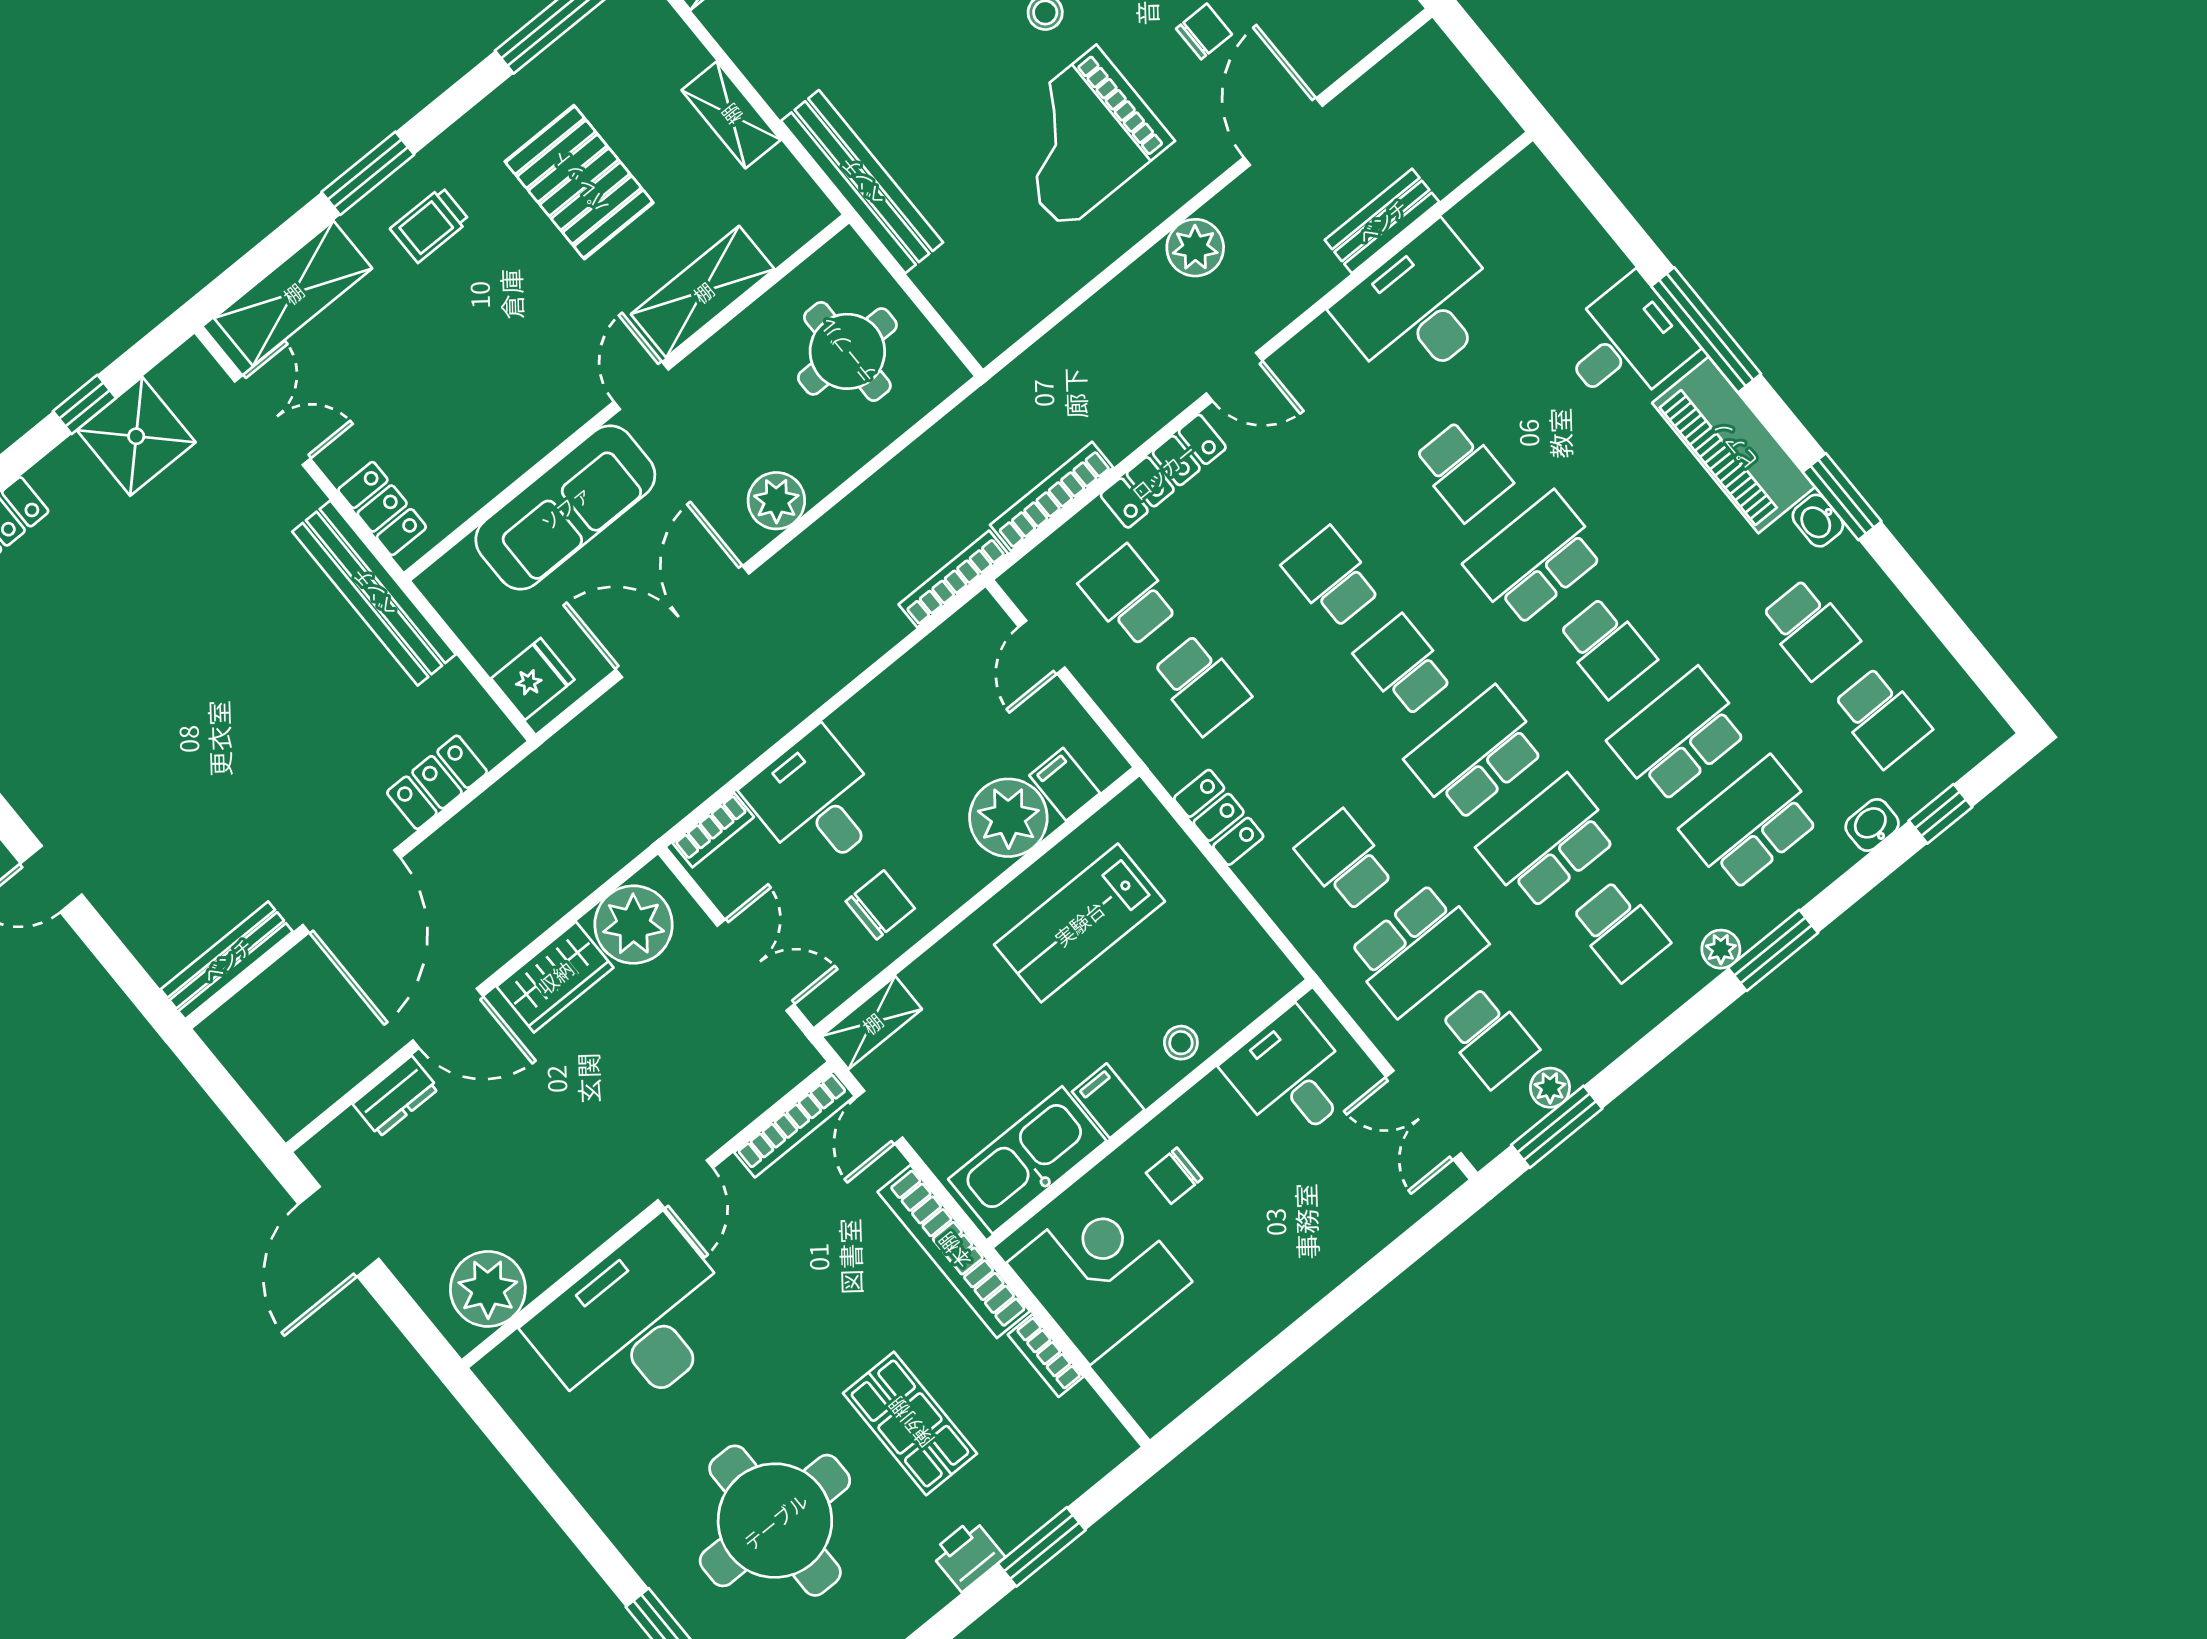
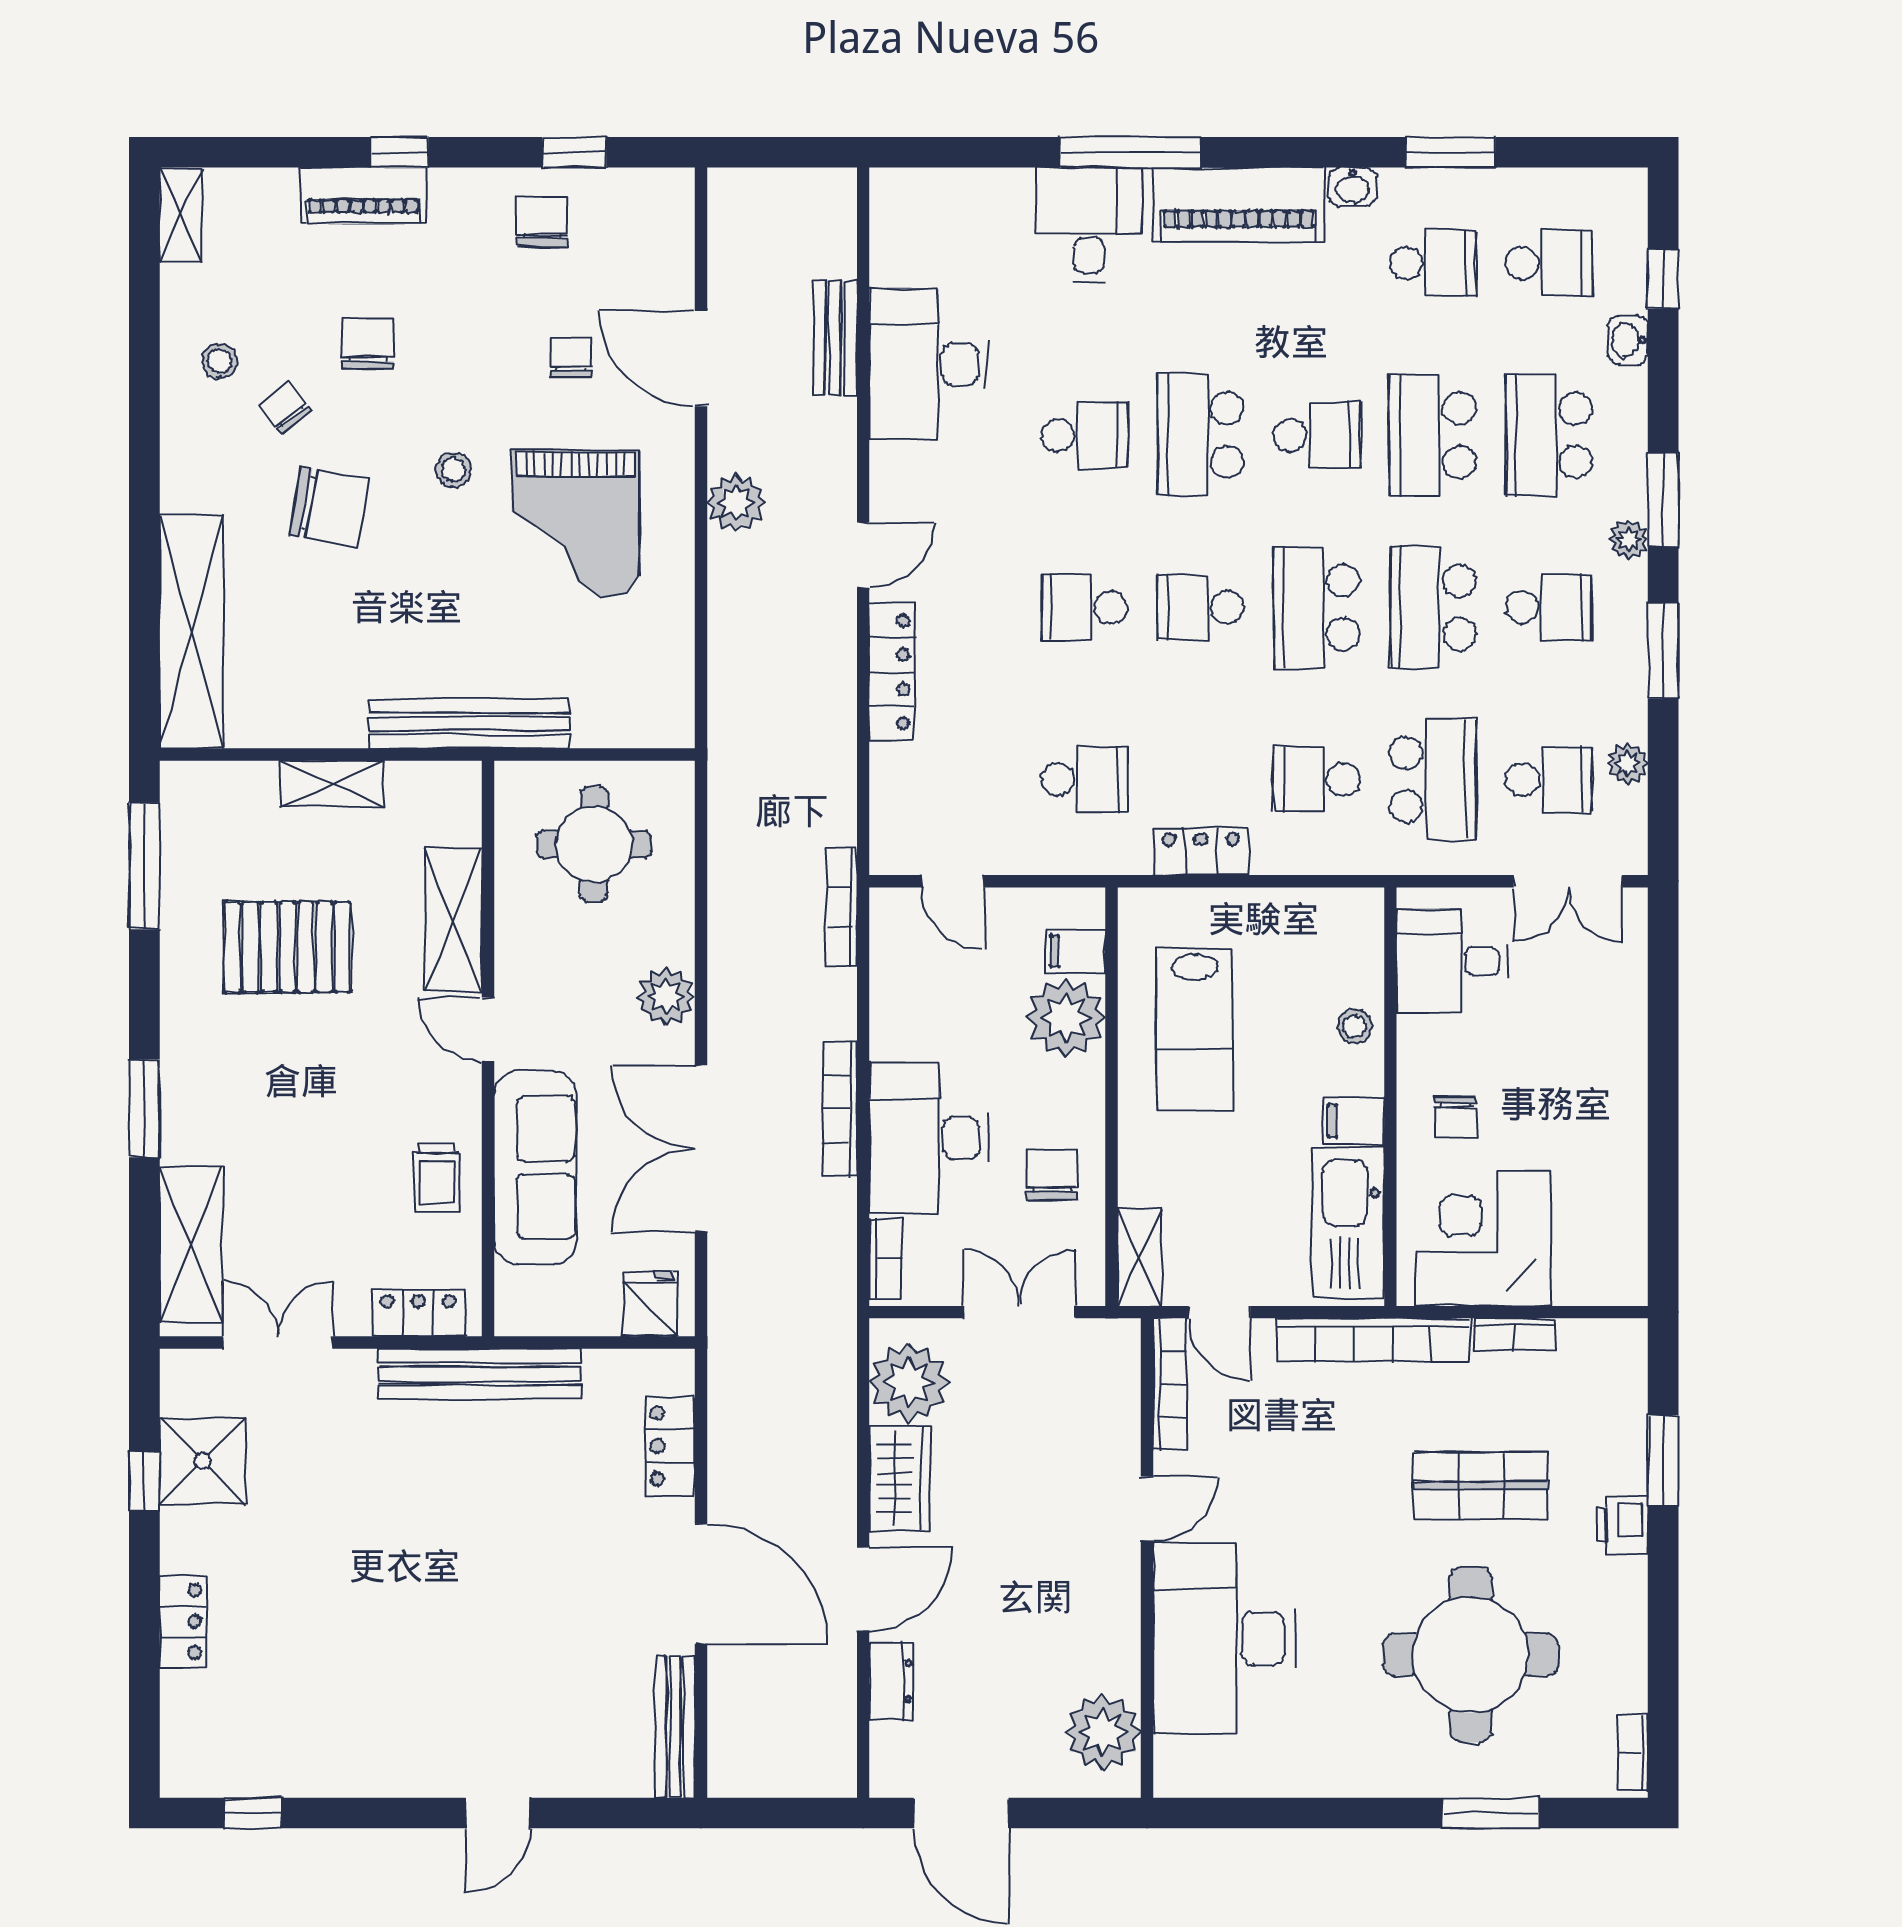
trolley: (430, 225) -> (437, 1178), moved
bookcase: (1052, 496) -> (840, 1109), moved
window: (1842, 497) -> (1450, 152), moved
school desk: (1129, 596) -> (968, 779), removed
desk: (816, 801) -> (929, 1138), width x1.37
window: (1557, 1127) -> (1663, 651), moved
door: (685, 1184) -> (1147, 1509), hinge flipped

